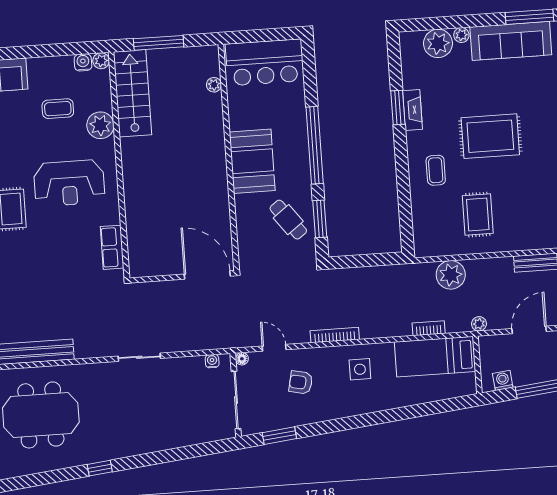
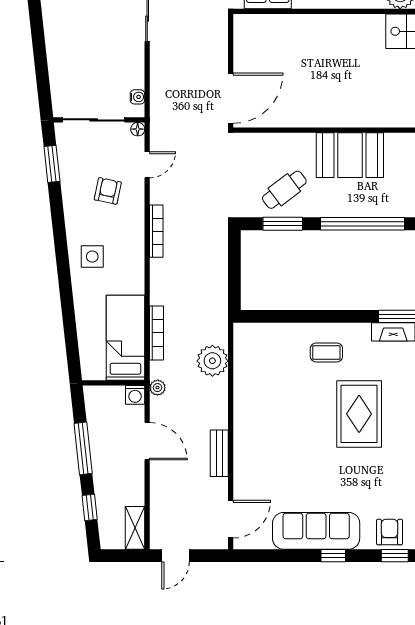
rug: (478, 215) -> (275, 394), removed
bookcase: (429, 328) -> (157, 333), width x1.56
side table: (360, 369) -> (92, 257), moved
washing machine: (503, 380) -> (135, 395), moved, turned 96

